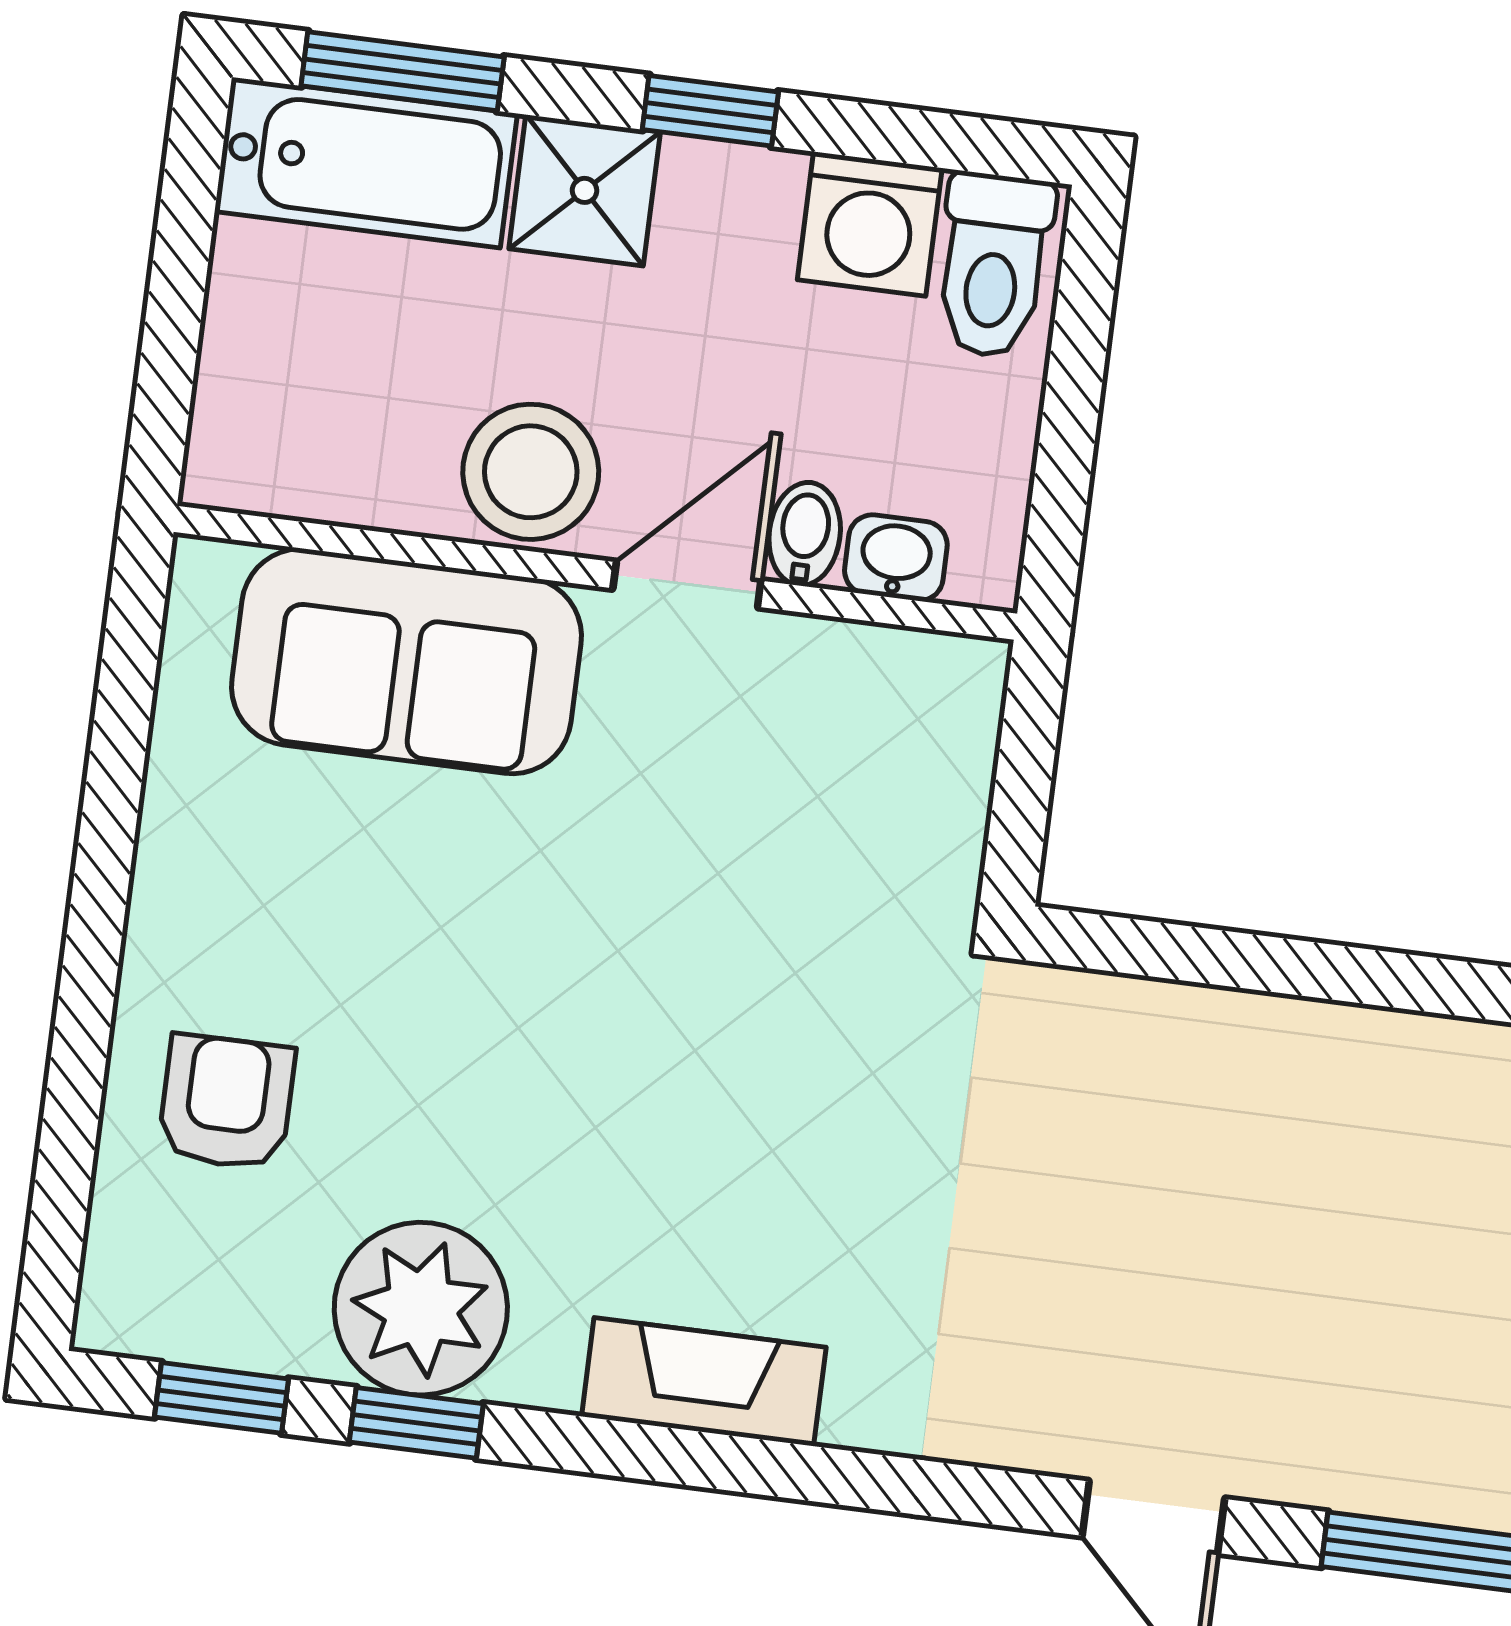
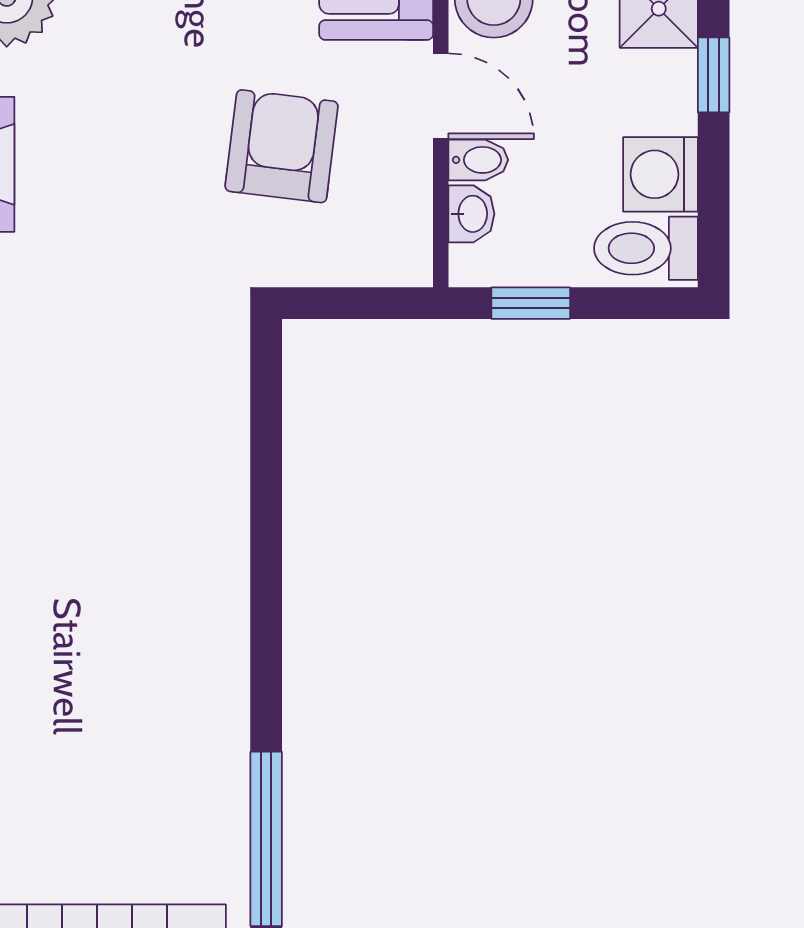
window: (1063, 475) -> (531, 303), added
armchair: (738, 869) -> (282, 146), added

